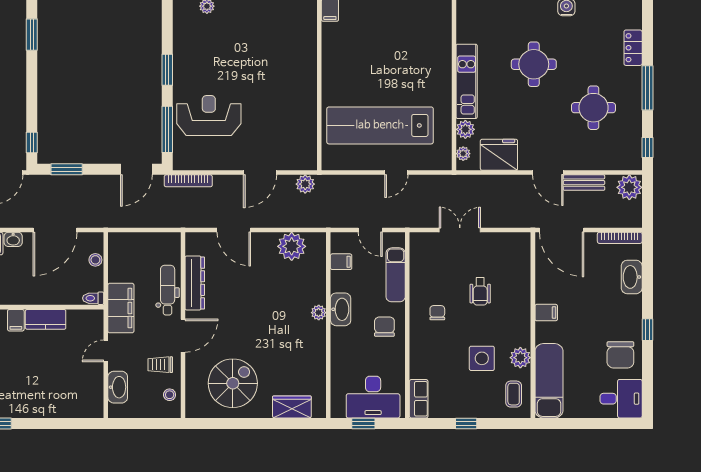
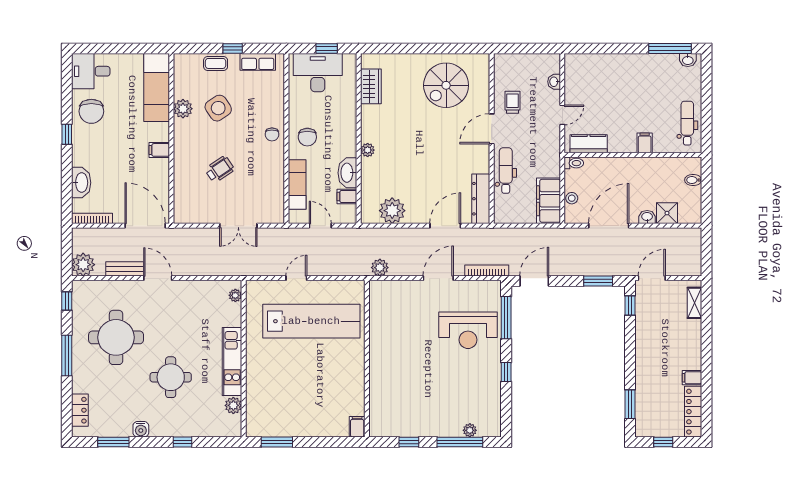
locker: (633, 48) -> (80, 410), moved
window: (167, 70) -> (506, 372), width x0.67
round table: (593, 108) -> (116, 337), width x1.36, depth x1.36
plant: (465, 129) -> (233, 405), moved
fridge: (499, 155) -> (202, 294), removed
door: (260, 173) -> (438, 278), moved
door: (234, 230) -> (445, 226), hinge flipped
dresser: (195, 283) -> (481, 199), moved
dental chair: (168, 290) -> (506, 171), turned 180
wheelchair: (480, 291) -> (220, 169), turned 56
filing cabinet: (121, 308) -> (548, 201), moved
washbasin: (341, 309) -> (347, 173), moved
chair: (437, 313) -> (272, 134), moved
kitchen counter: (46, 319) -> (589, 144), moved
chair: (620, 355) -> (91, 111), turned 180
side table: (482, 358) -> (218, 108), turned -34
trolley: (160, 365) -> (513, 102), turned -90
washbasin: (118, 387) -> (554, 82), width x0.52, depth x0.69
coffee table: (514, 394) -> (216, 63), moved, turned 90
stool: (170, 395) -> (504, 75), removed
row of seats: (419, 399) -> (258, 62), moved, turned -90
wardrobe: (292, 407) -> (371, 86), moved, turned -90

